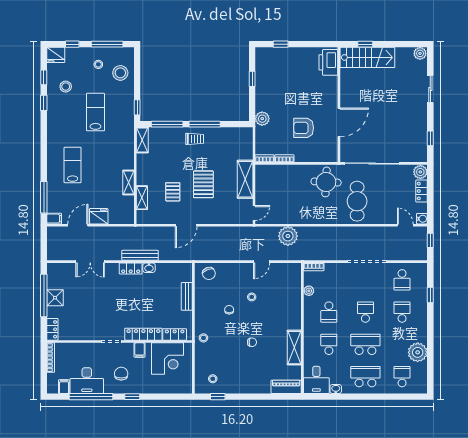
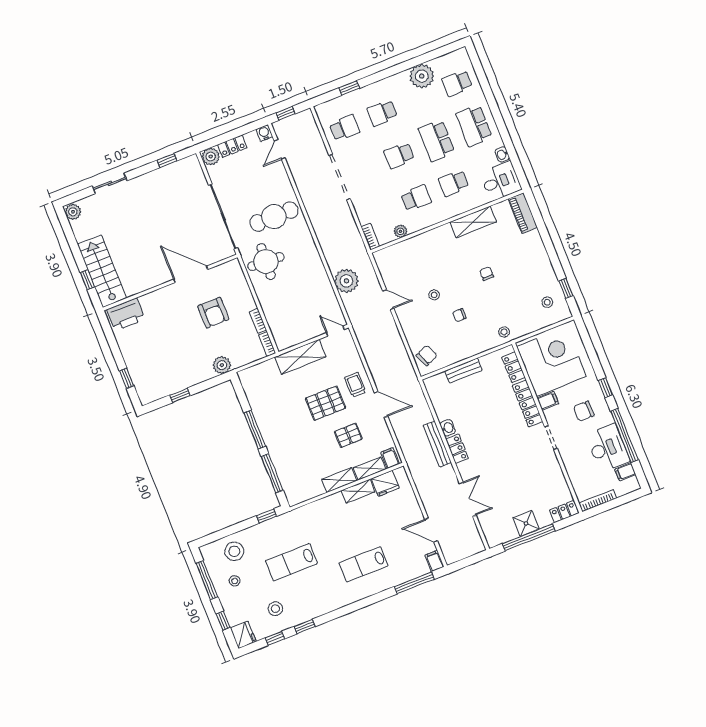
trolley: (195, 139) -> (355, 385), moved
shelving: (142, 140) -> (339, 480), moved
fridge: (99, 216) -> (385, 483), moved, turned -90
filing cabinet: (144, 216) -> (390, 458), added
corner desk: (167, 359) -> (551, 362), width x1.36, depth x1.36

